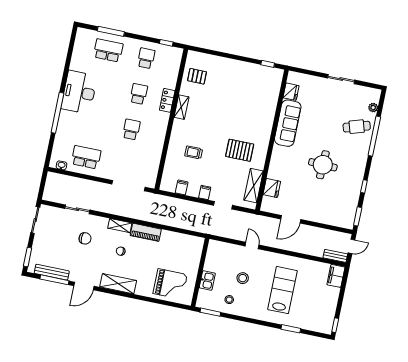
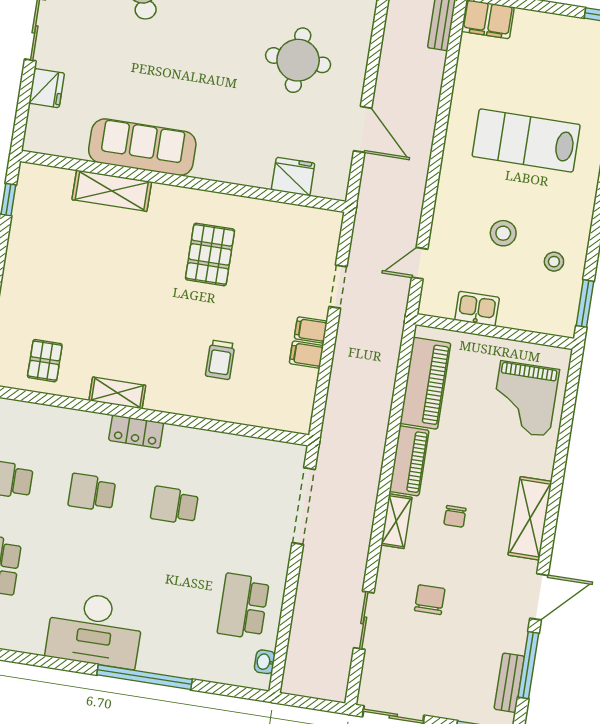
fridge: (291, 92) -> (47, 88), moved, turned 90
locker: (167, 100) -> (136, 432), moved
round table: (323, 165) -> (298, 60), moved
shelving: (254, 186) -> (112, 191), moved
filing cabinet: (182, 187) -> (306, 355), moved
piano: (179, 241) -> (425, 383), added
door: (252, 245) -> (420, 263), moved
bench: (52, 272) -> (509, 683), width x0.73
kitchen sink: (207, 281) -> (477, 309), moved
grand piano: (170, 284) -> (525, 399), turned 180
door: (84, 286) -> (539, 597), hinge flipped

